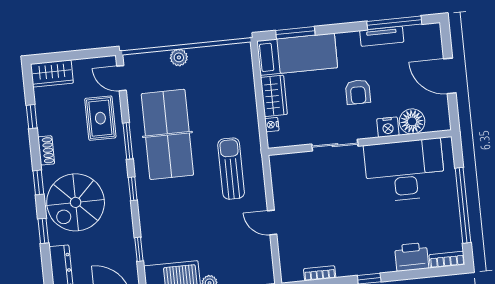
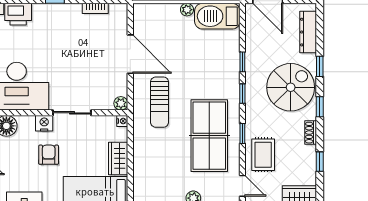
nightstand: (272, 125) -> (122, 121), moved
nightstand: (388, 127) -> (44, 123), moved
window: (128, 141) -> (242, 134), width x0.67
plant: (277, 162) -> (121, 103), added
door: (272, 223) -> (130, 54), width x1.88
window: (139, 249) -> (242, 62), moved

